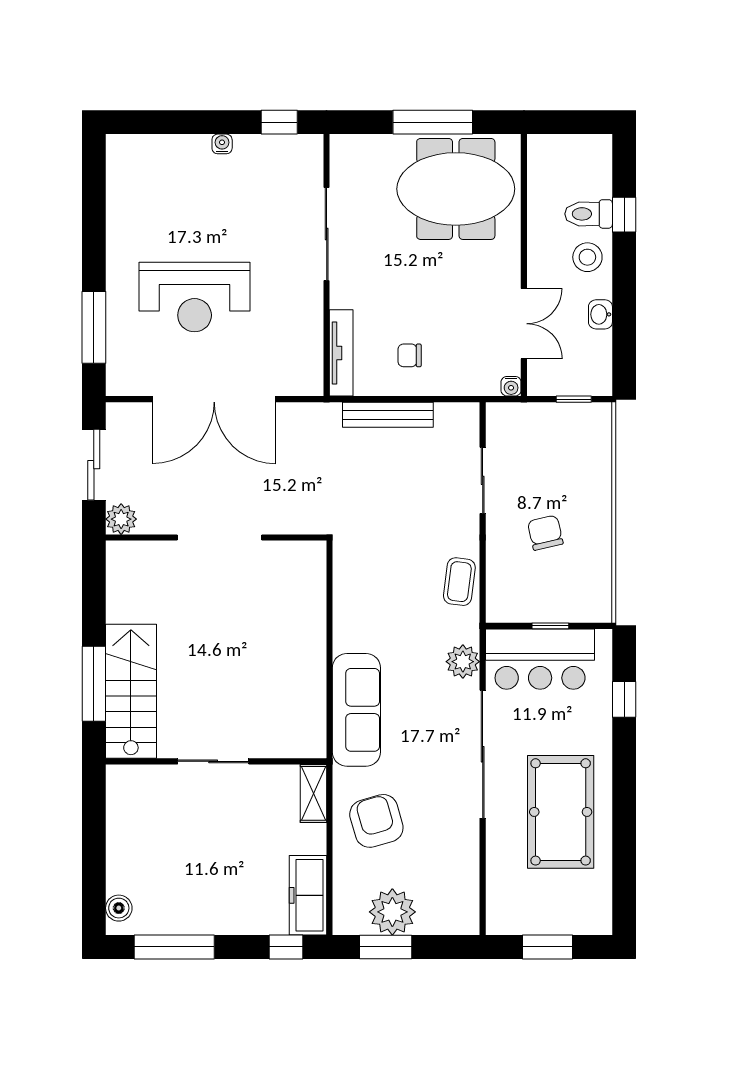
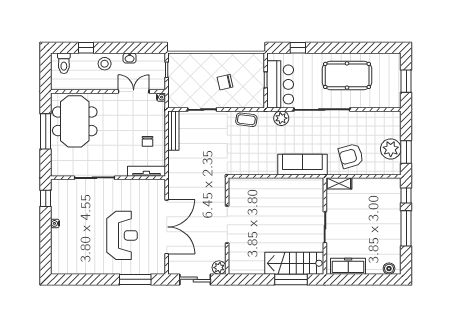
toilet: (589, 214) -> (64, 63), moved
bench: (388, 415) -> (173, 131), moved
freezer: (308, 895) -> (348, 266), moved, turned 180
window: (174, 947) -> (406, 228), moved

